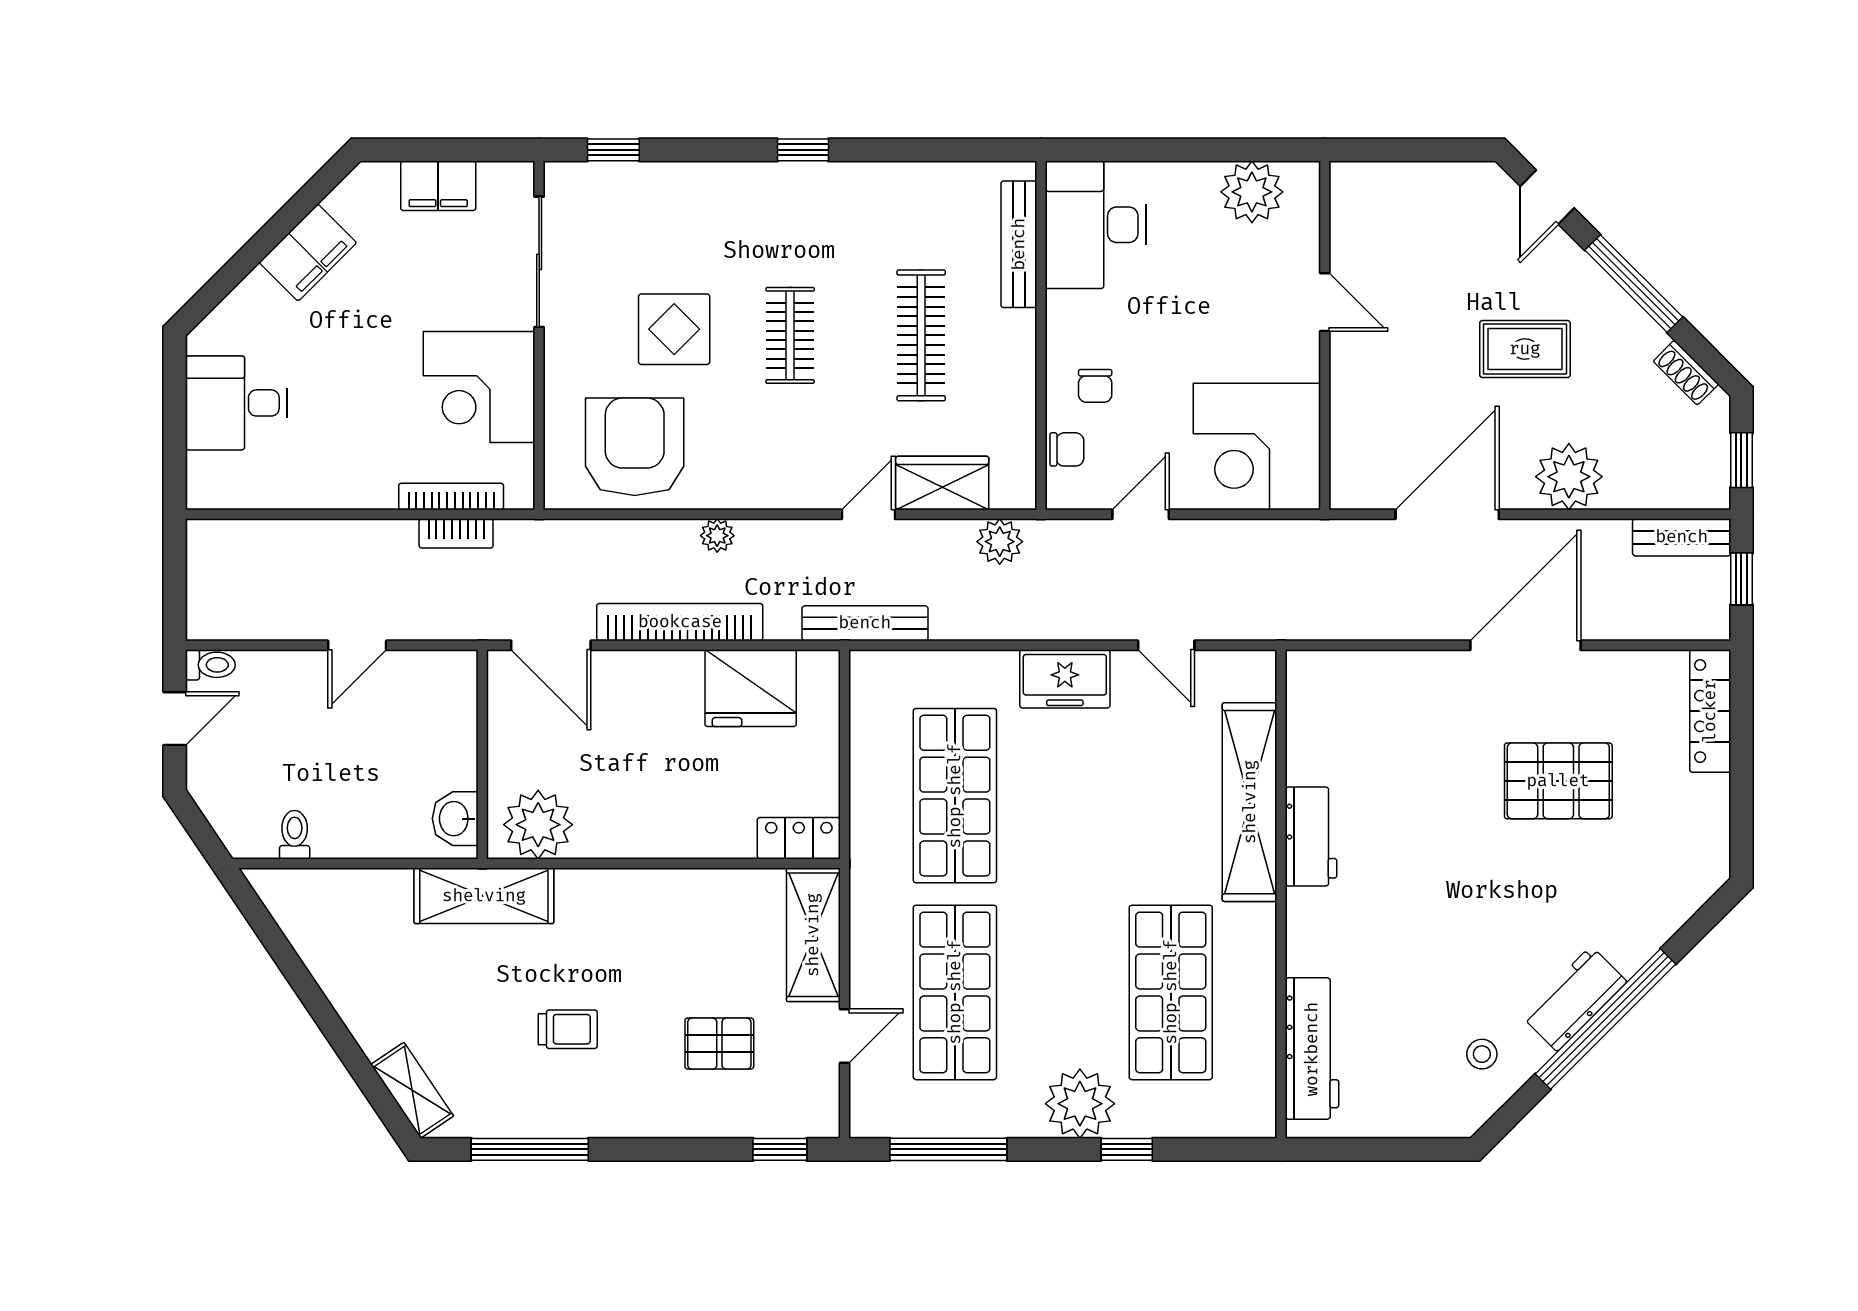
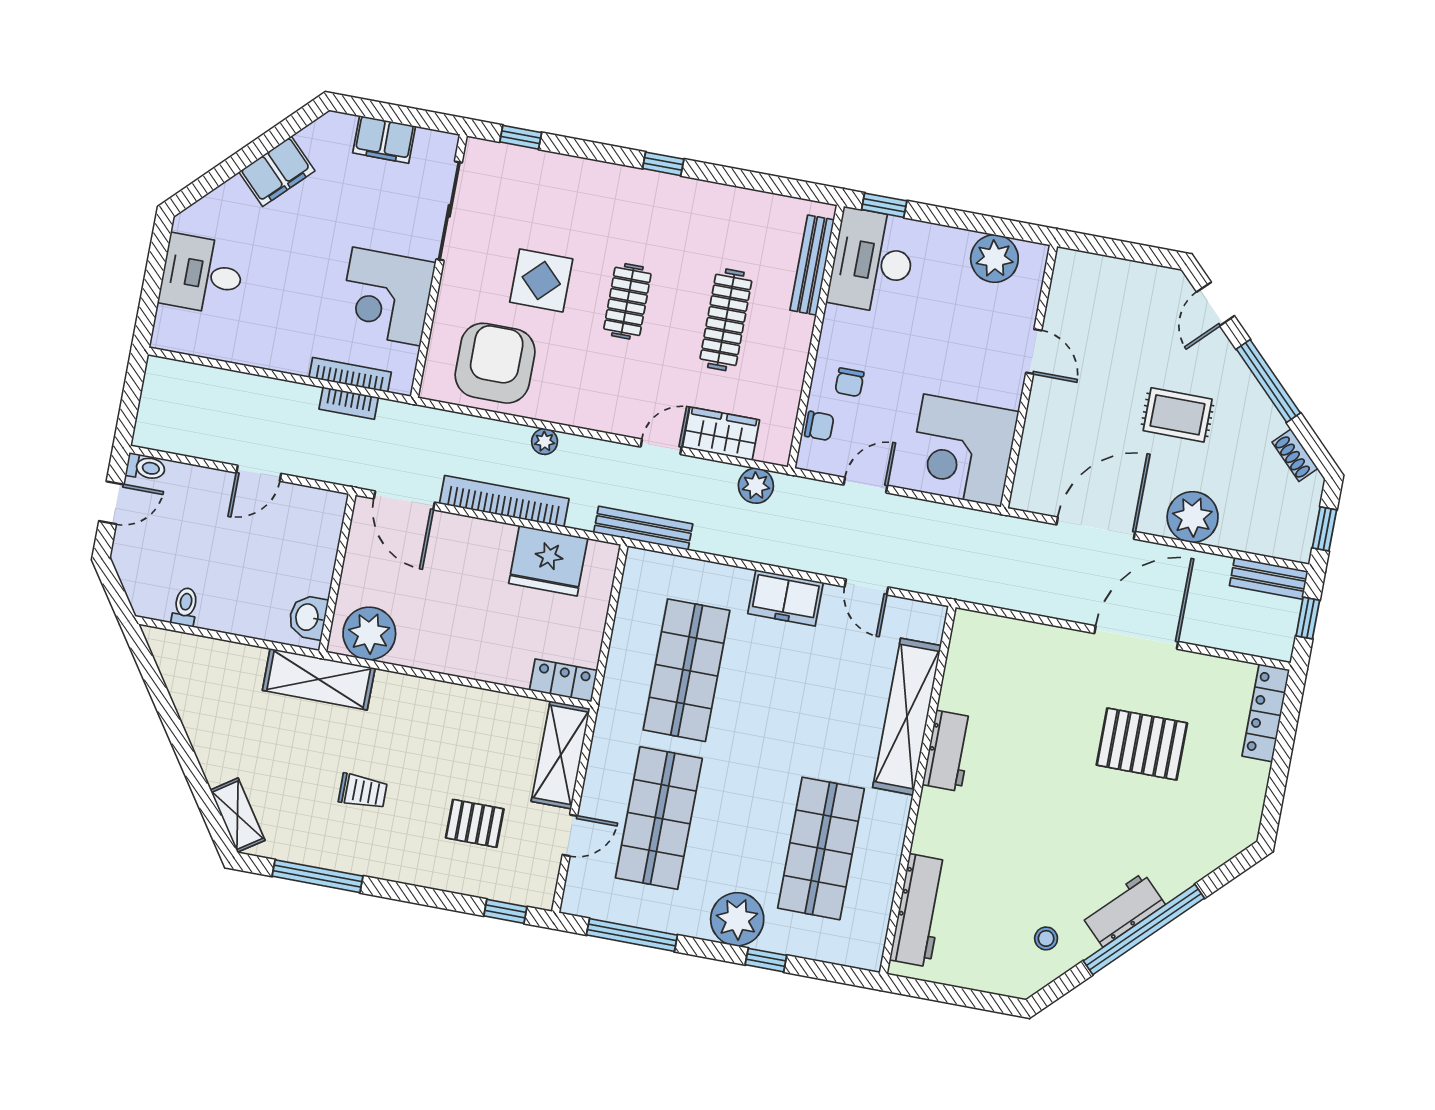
window: (1097, 150) -> (884, 205), added

